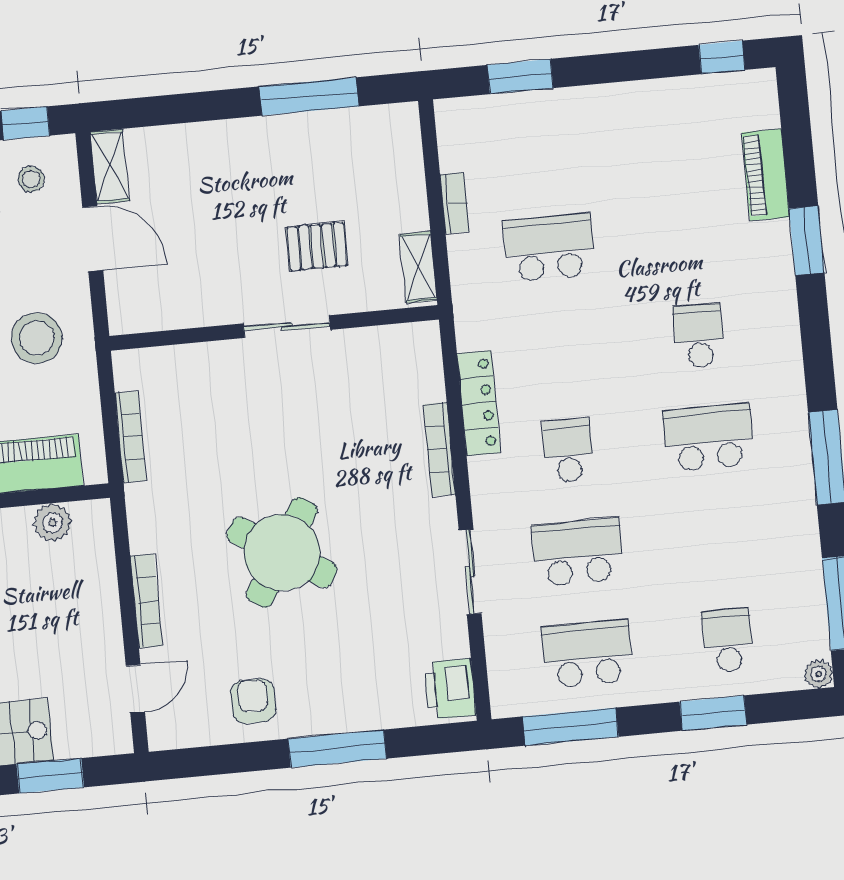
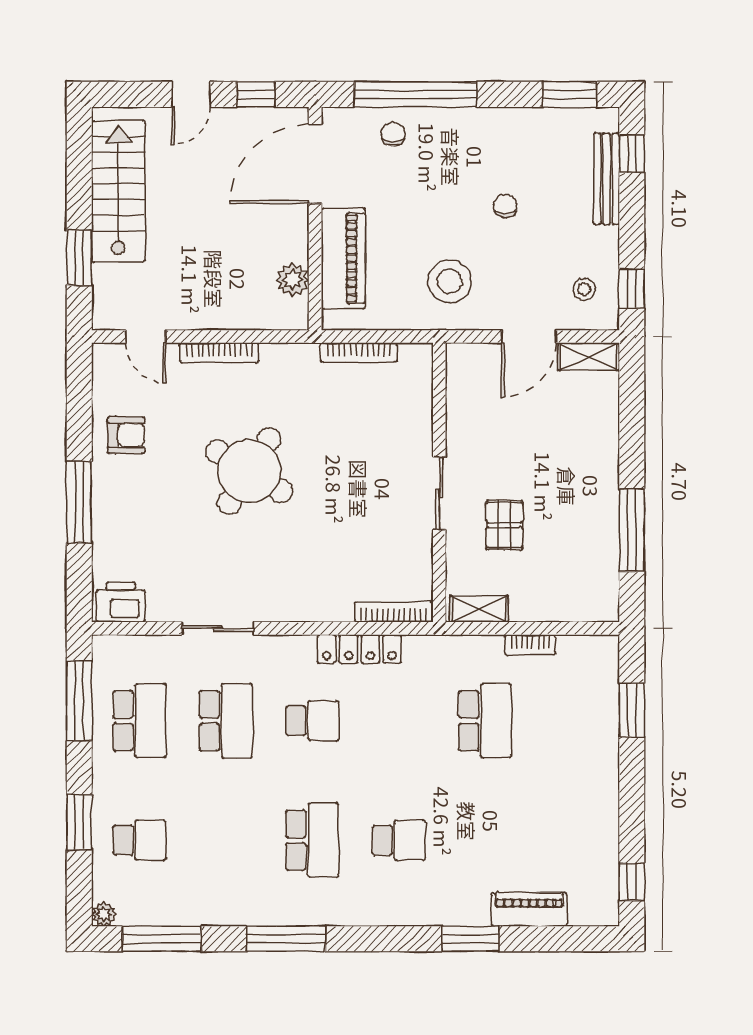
bookcase: (439, 449) -> (394, 612), moved

